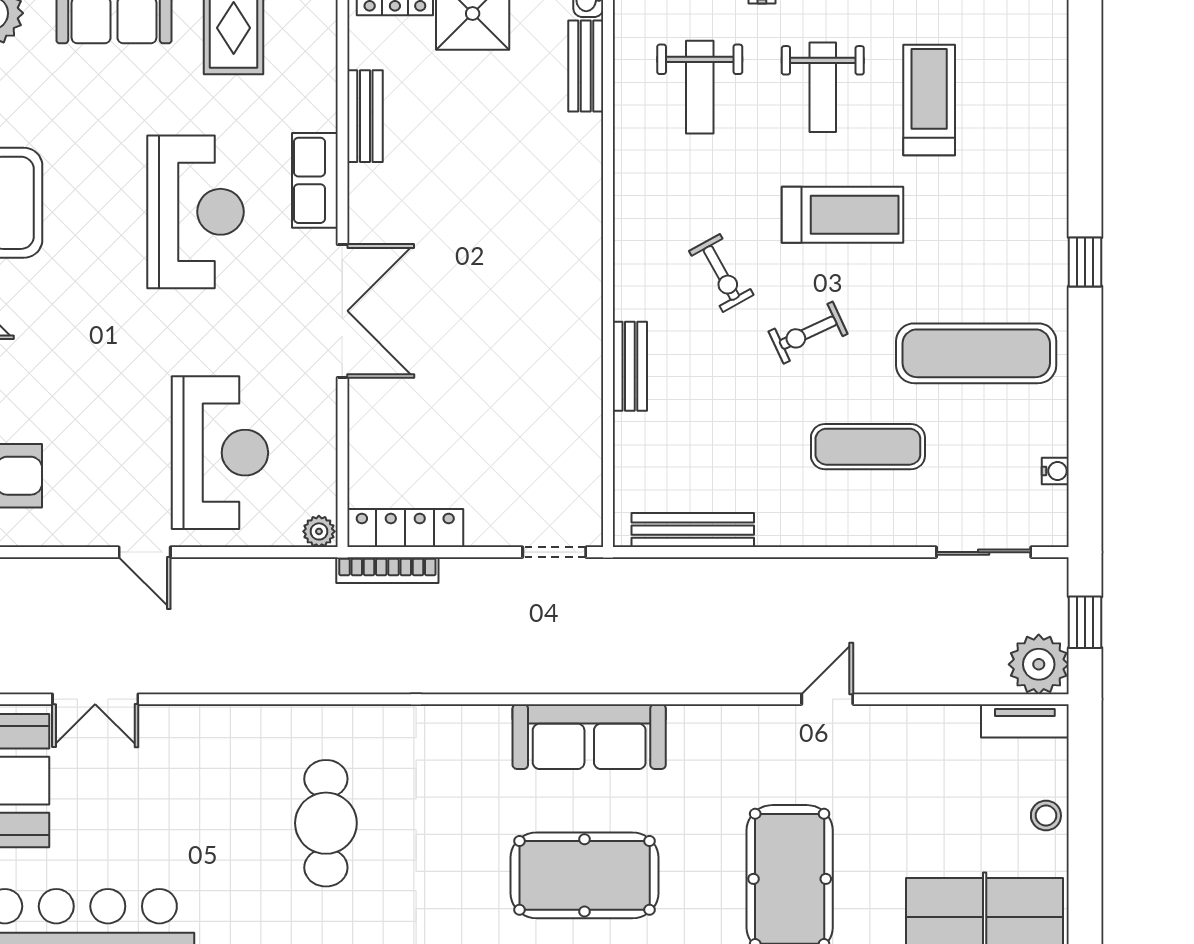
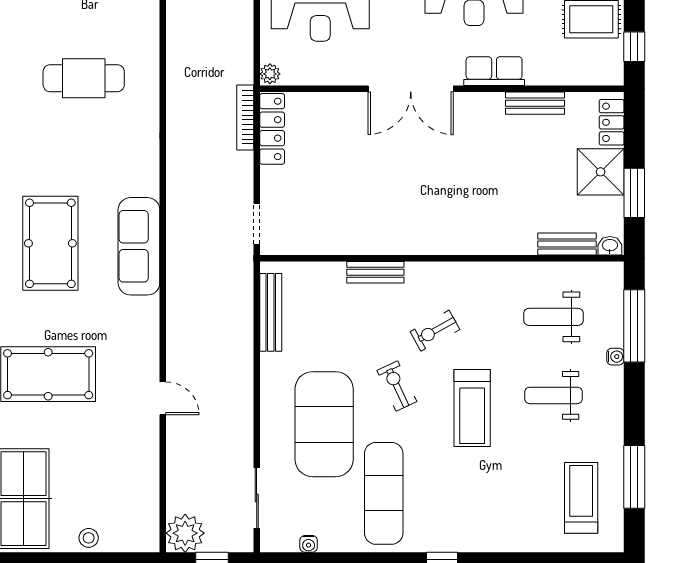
treadmill: (929, 100) -> (581, 498), moved, turned -90
exercise mat: (868, 447) -> (324, 424), width x2.00, depth x1.45
tv unit: (1025, 721) -> (149, 524), removed

